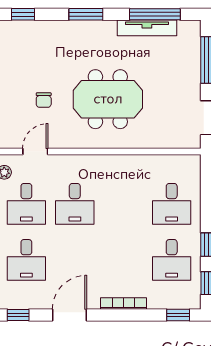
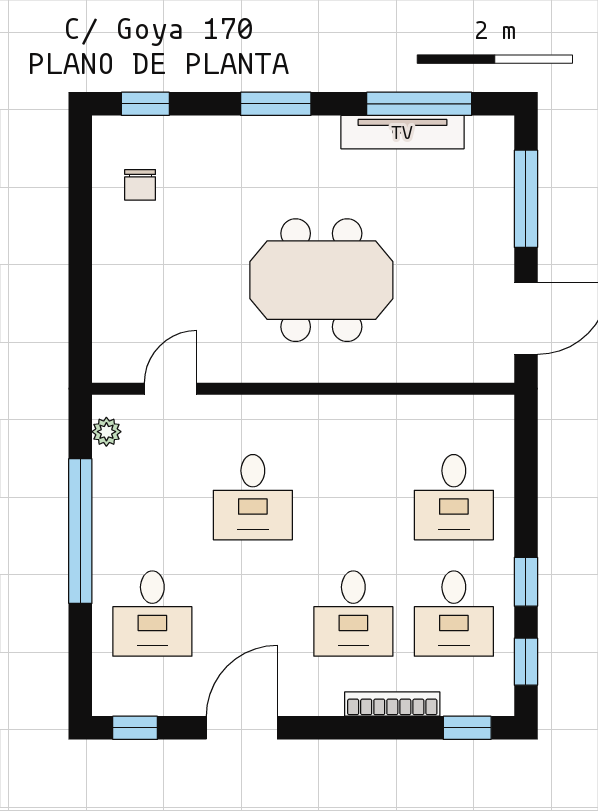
chair: (44, 100) -> (140, 185), moved
desk: (26, 204) -> (353, 614), moved
bookcase: (123, 304) -> (392, 704), moved

